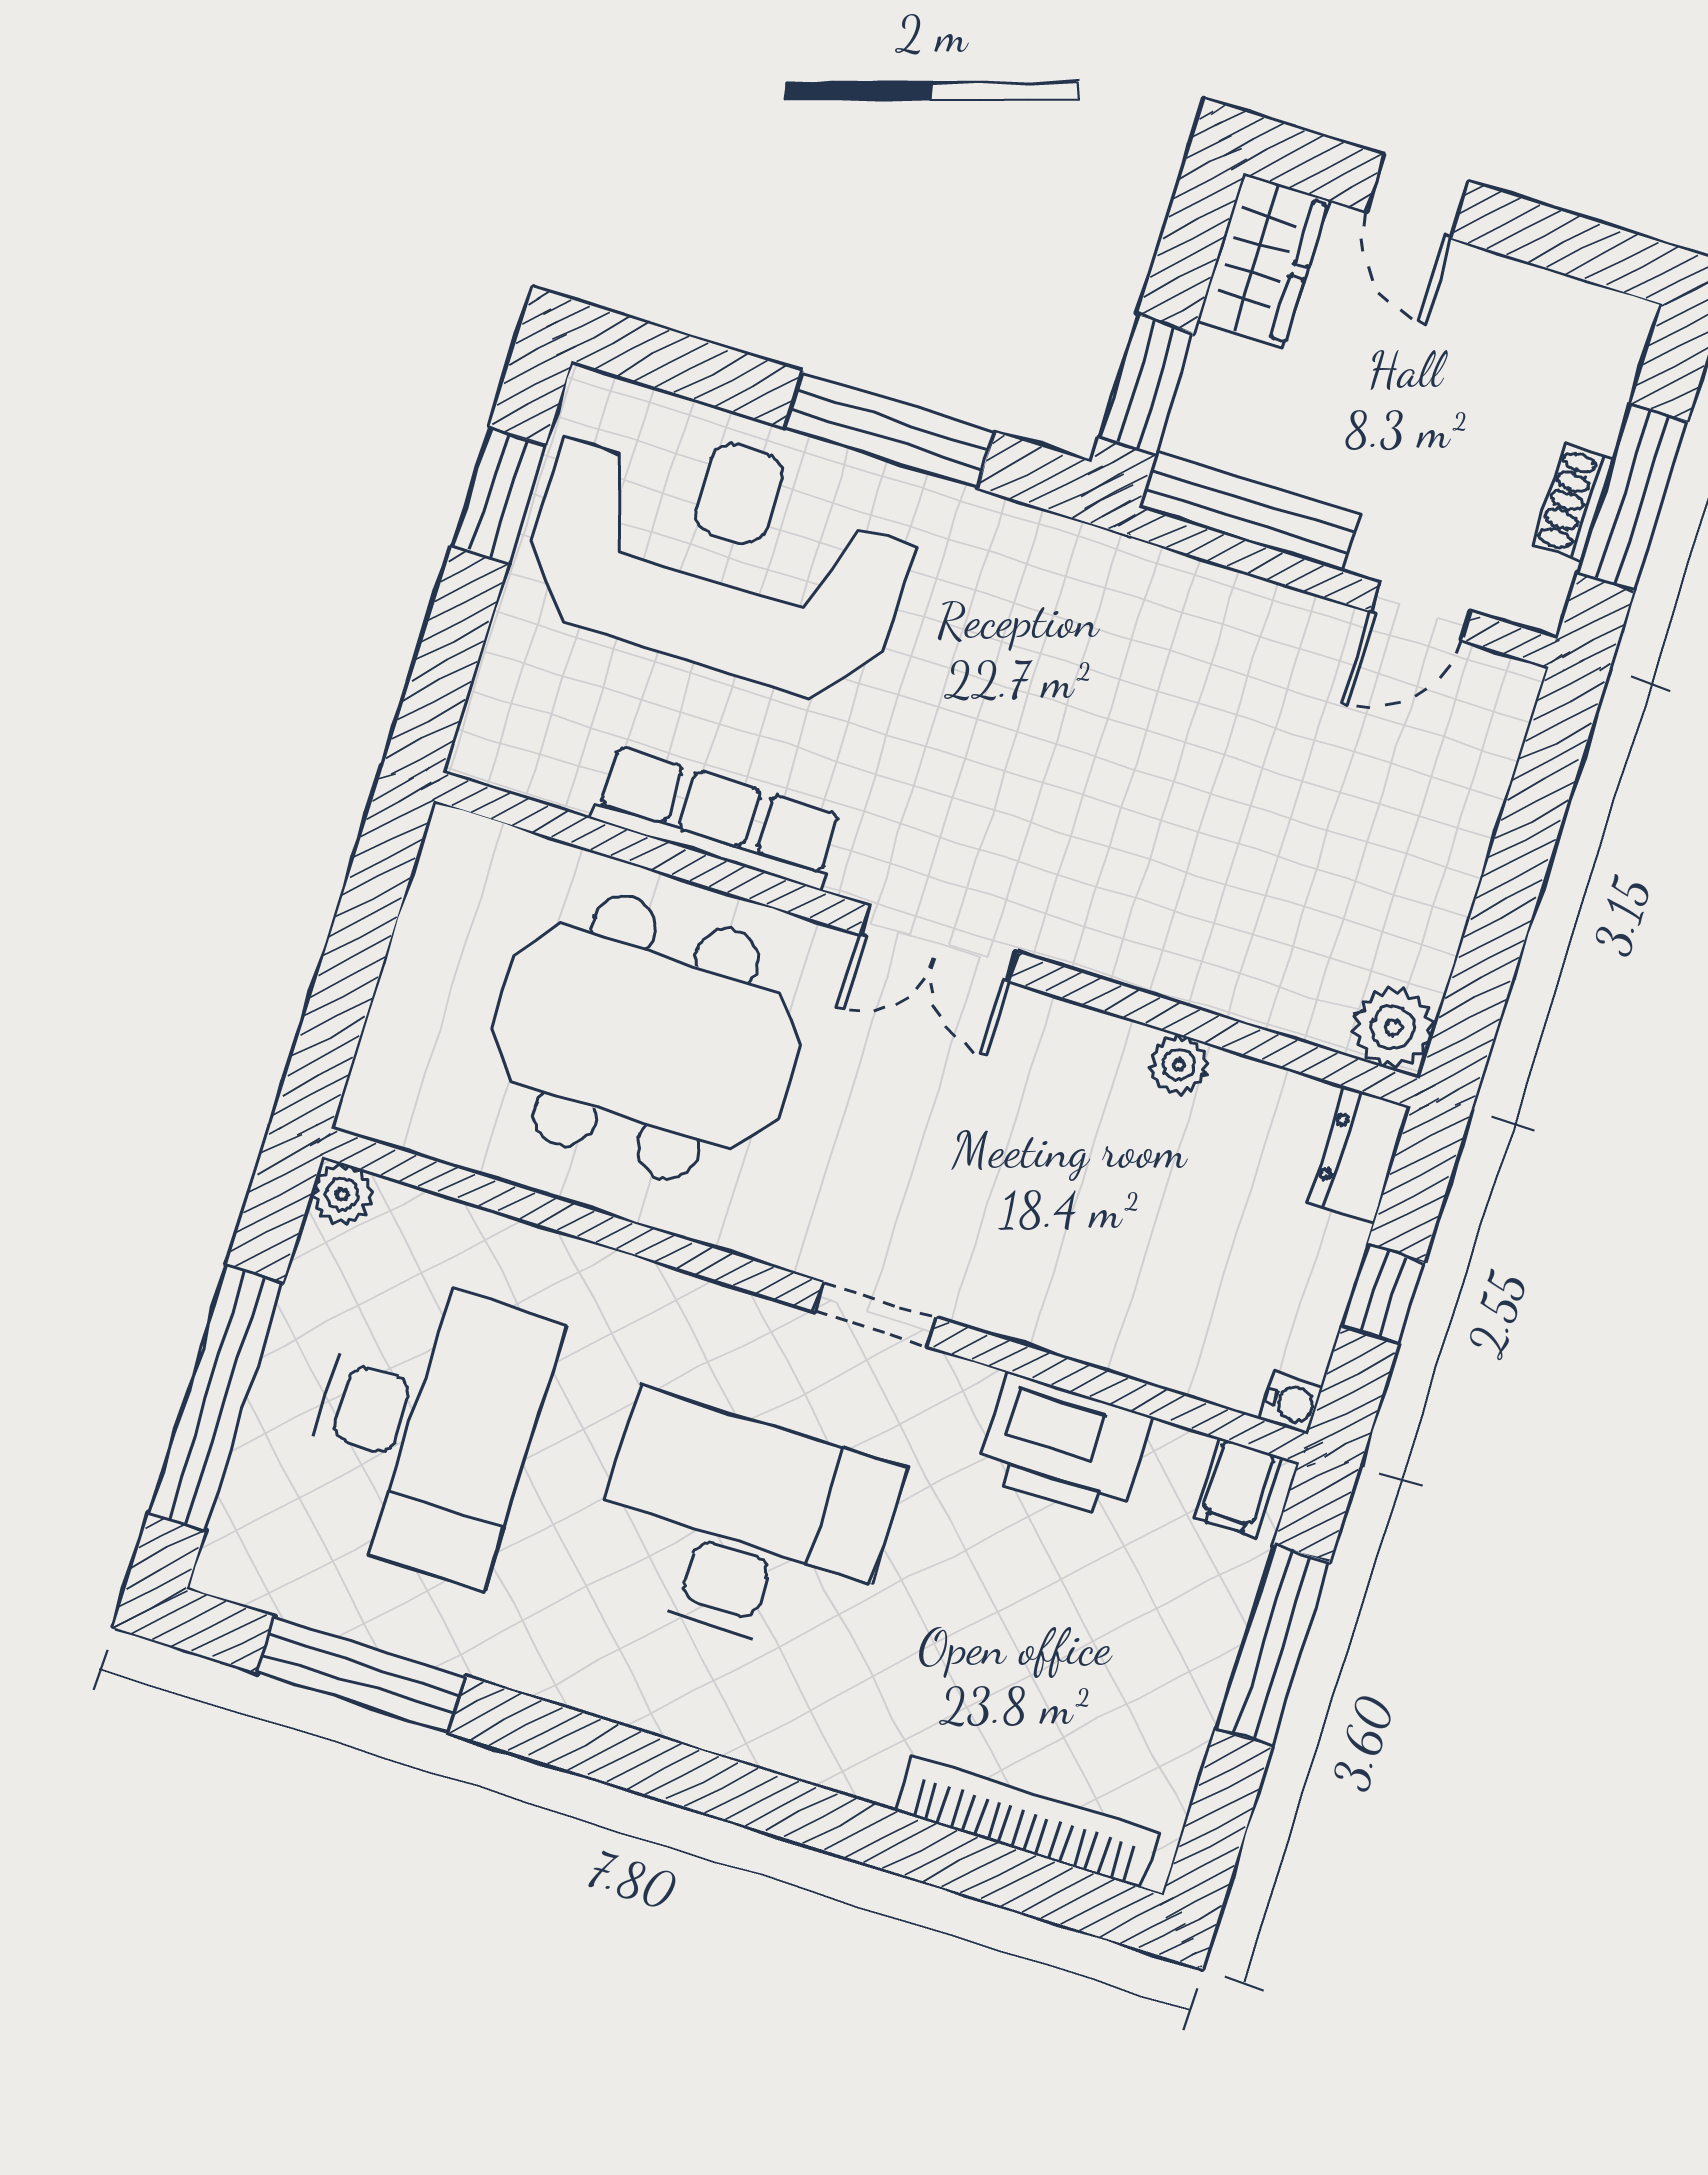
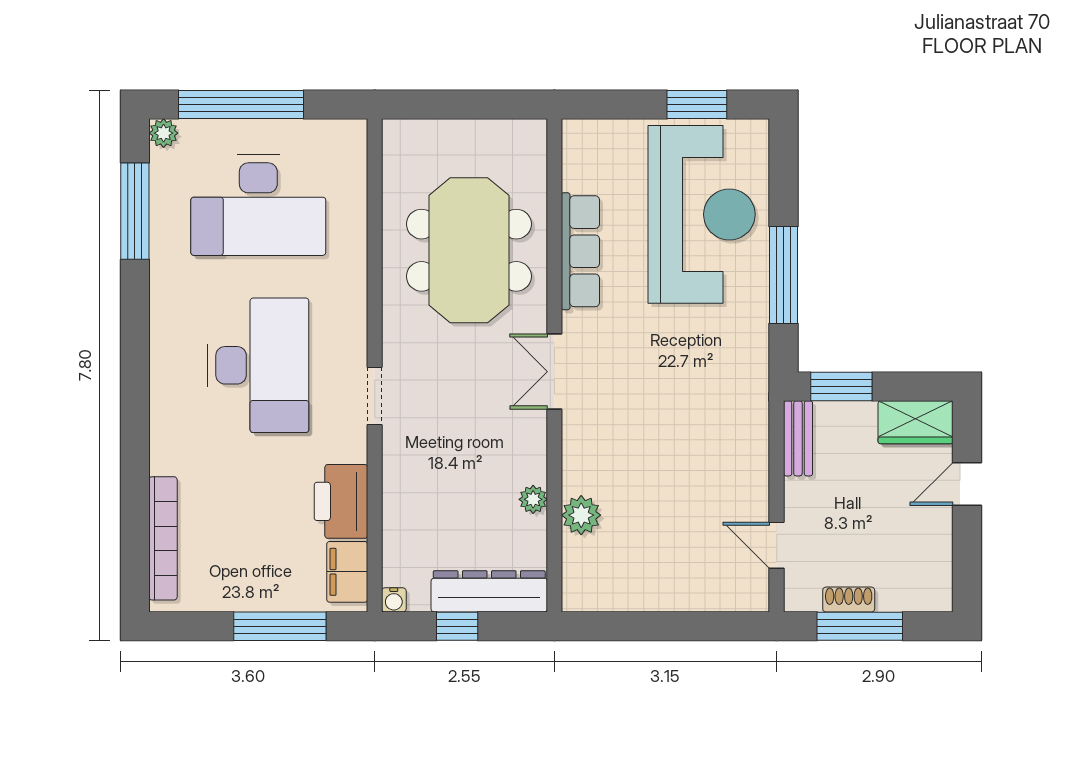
bench: (1249, 511) -> (798, 438), width x0.73
plant: (1393, 1027) -> (581, 515), moved
dresser: (1359, 1155) -> (489, 591), width x1.96, depth x1.24
plant: (342, 1194) -> (164, 133), moved
filing cabinet: (1237, 1487) -> (347, 572), width x2.00

